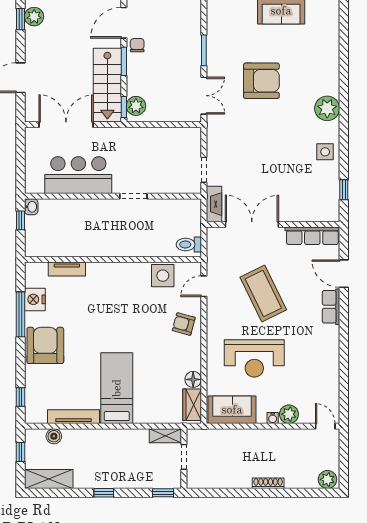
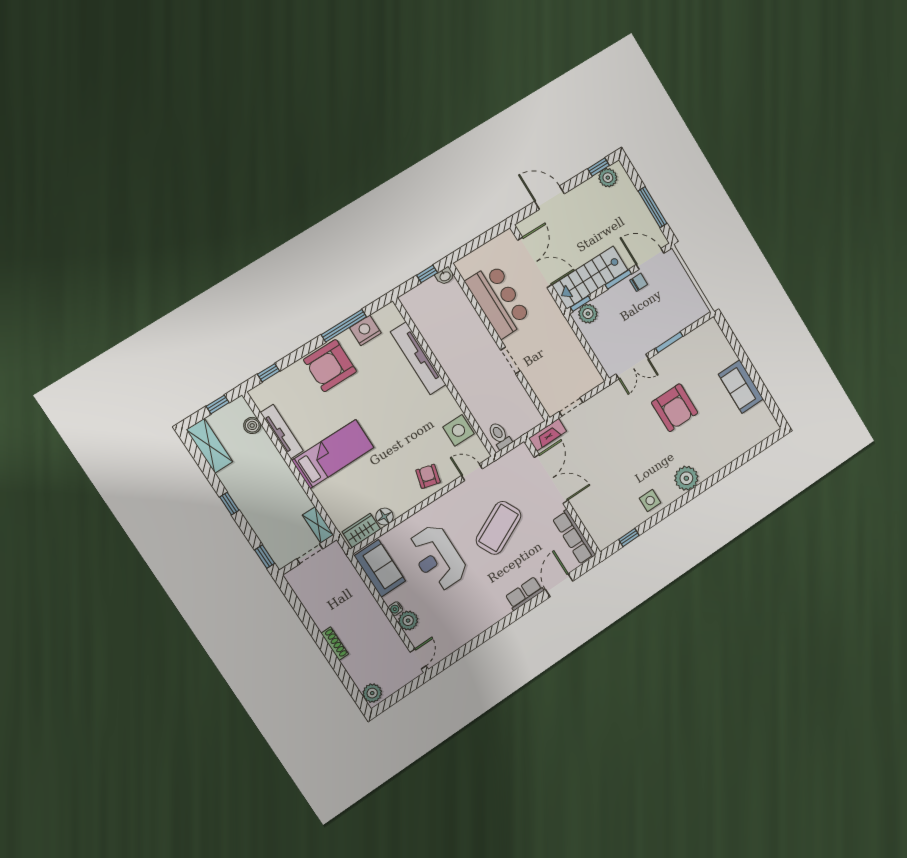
tv unit: (67, 269) -> (418, 358), width x1.92, depth x1.29
armchair: (45, 345) -> (330, 366), turned 180

